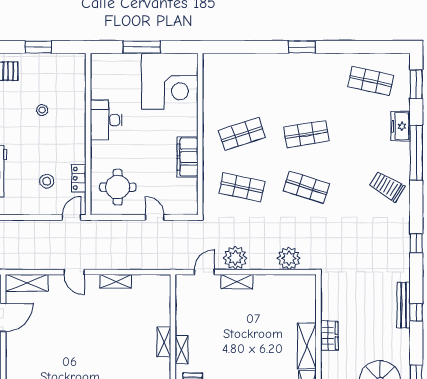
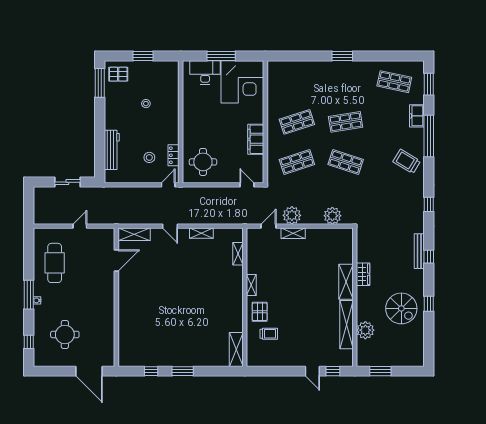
desk: (106, 120) -> (205, 72), moved, turned 90
shop shelf: (242, 187) -> (297, 162), turned -30
door: (155, 217) -> (247, 185), moved
shelving: (164, 342) -> (238, 254), moved

